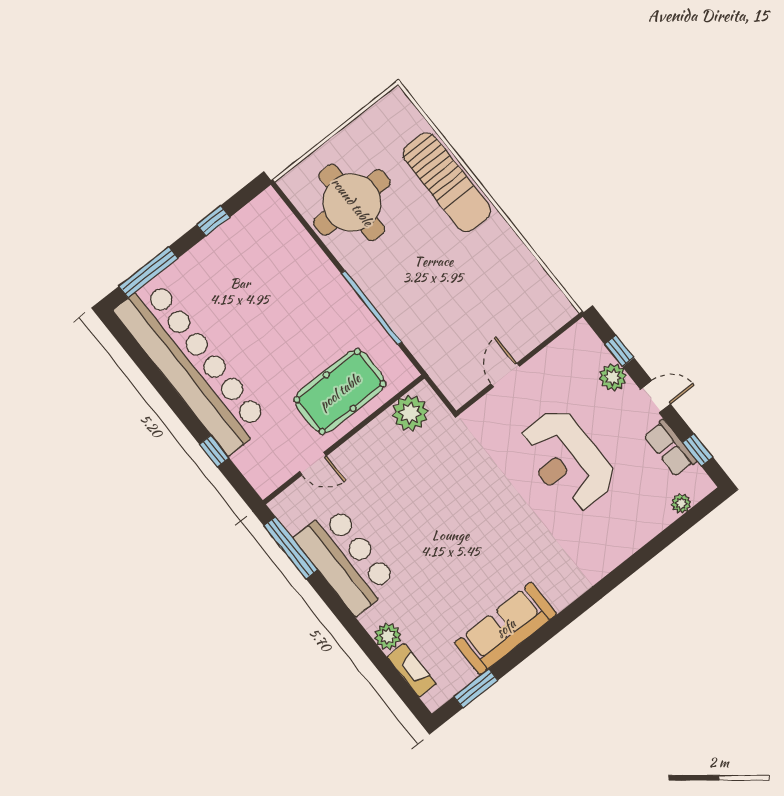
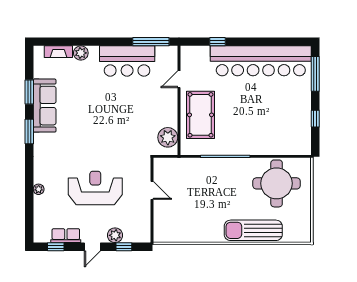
plant: (681, 504) -> (39, 189), moved
window: (561, 621) -> (29, 132), added
window: (476, 688) -> (29, 92), moved

